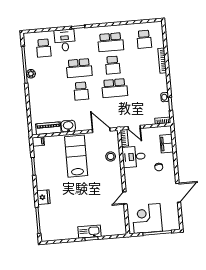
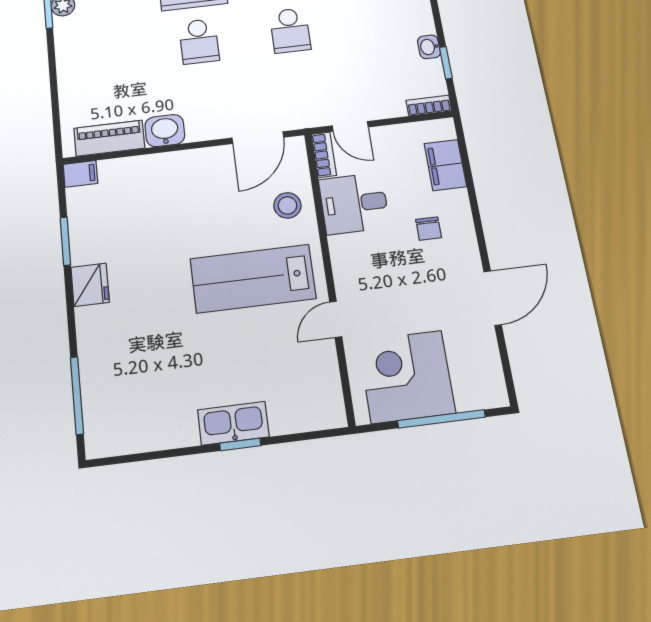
school desk: (115, 88) -> (290, 30), width x0.54
door: (101, 130) -> (258, 138), swing flipped
lab bench: (76, 156) -> (253, 279), moved, turned -90
fridge: (43, 197) -> (90, 285), moved

